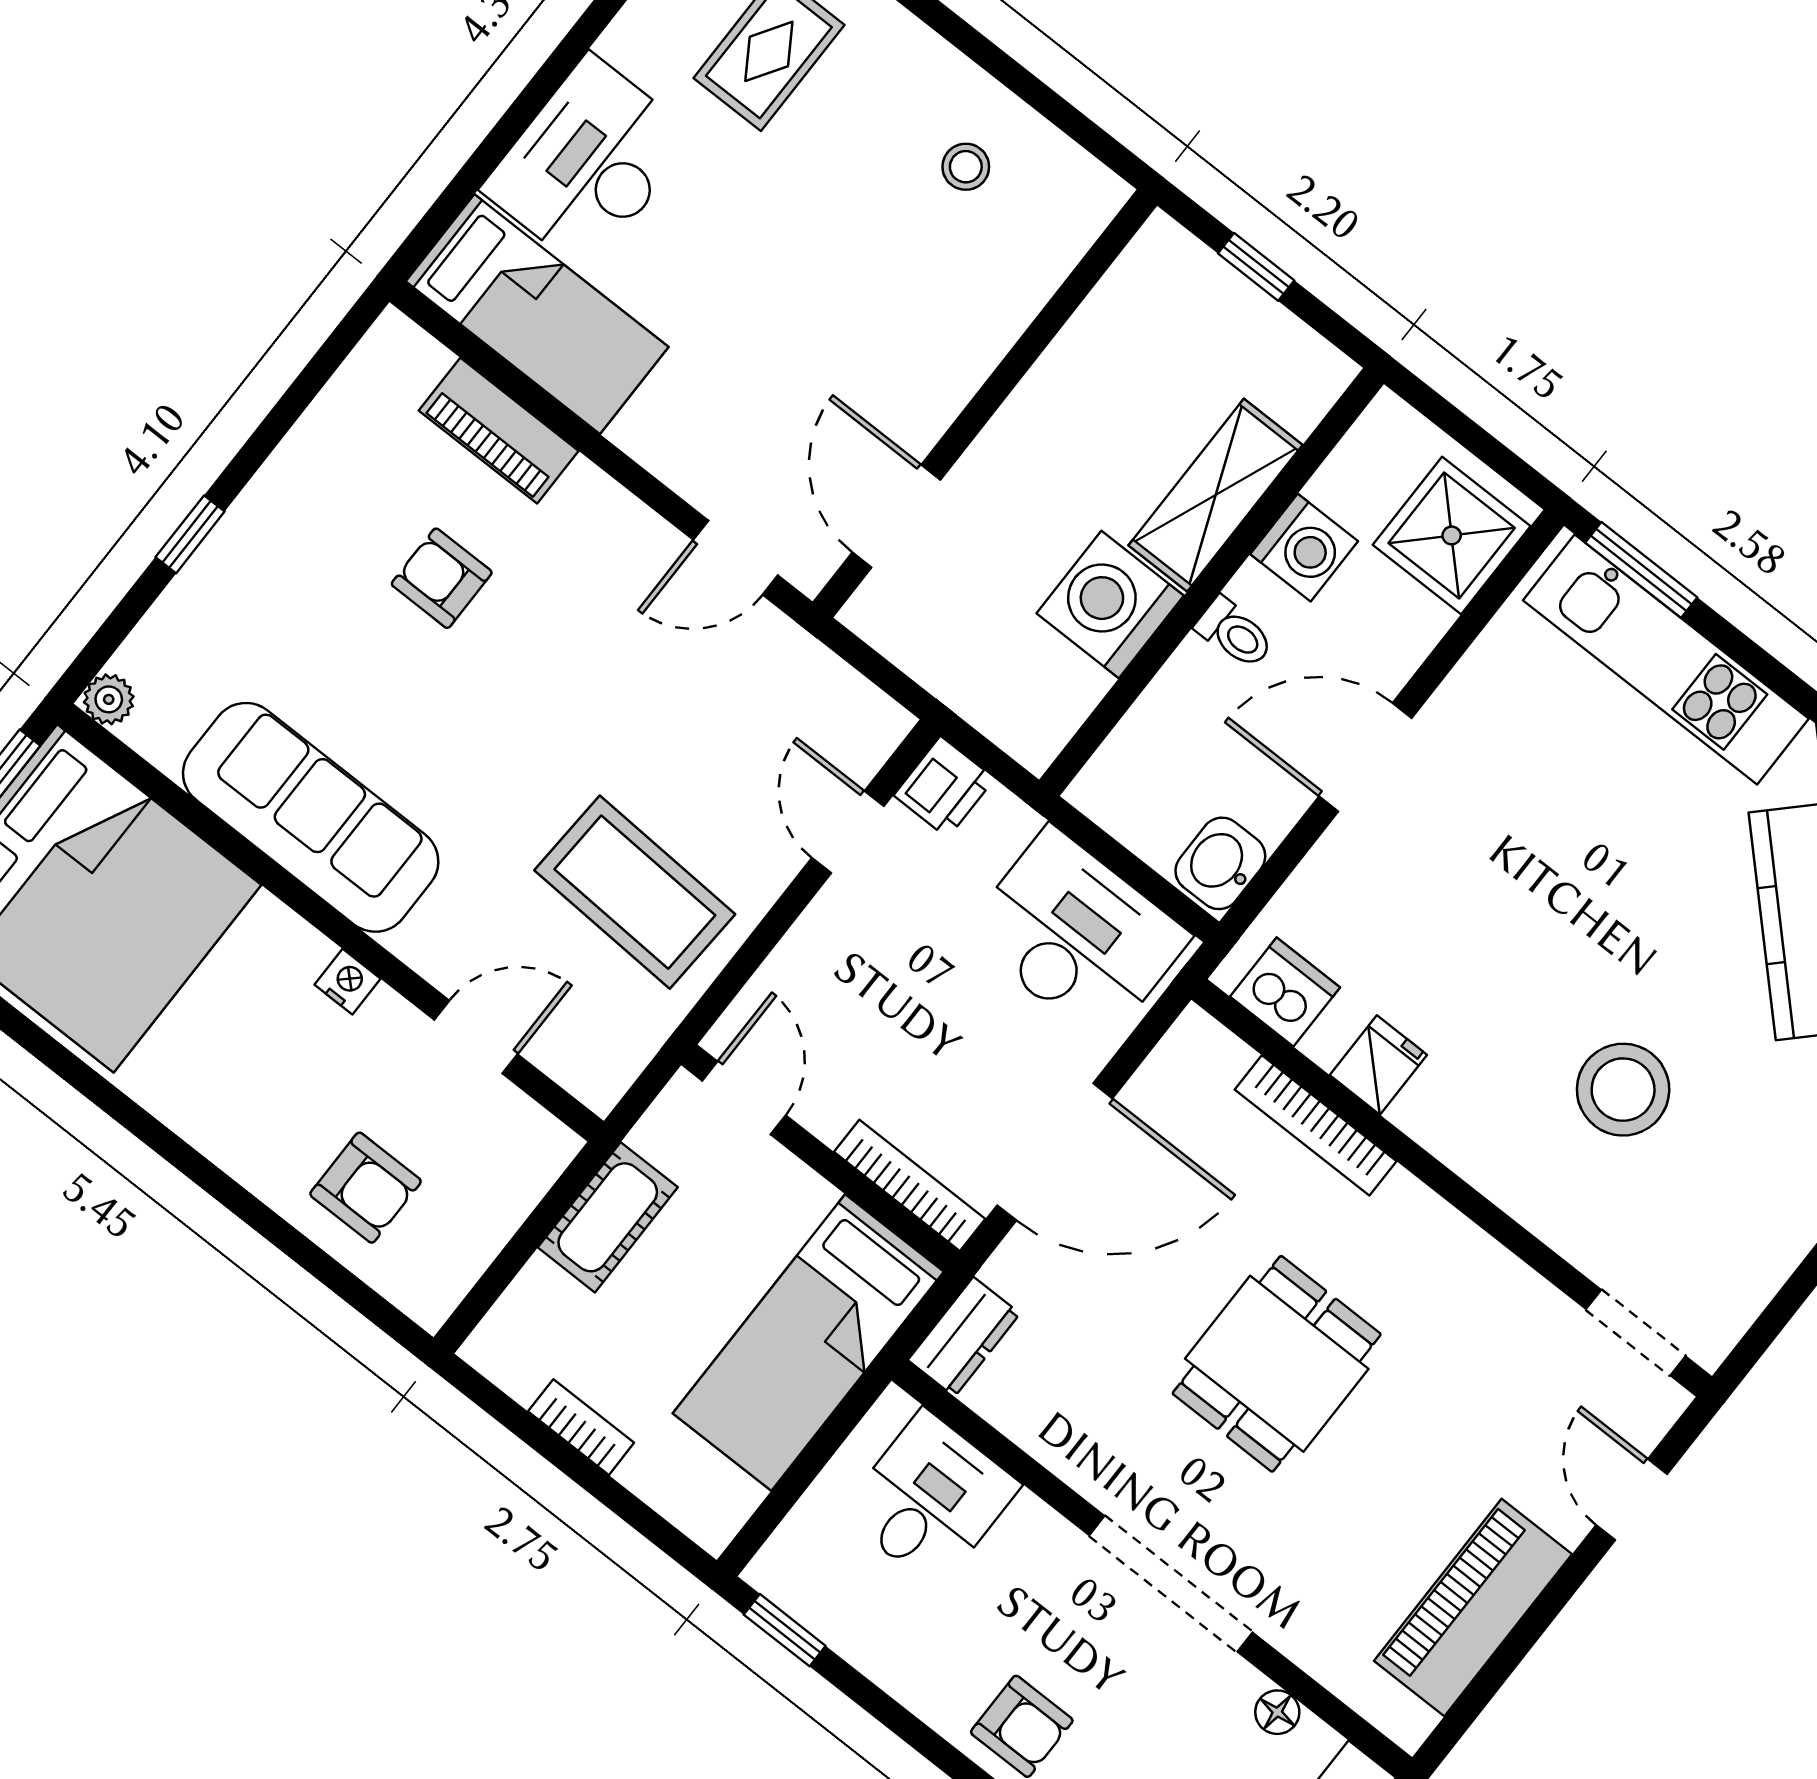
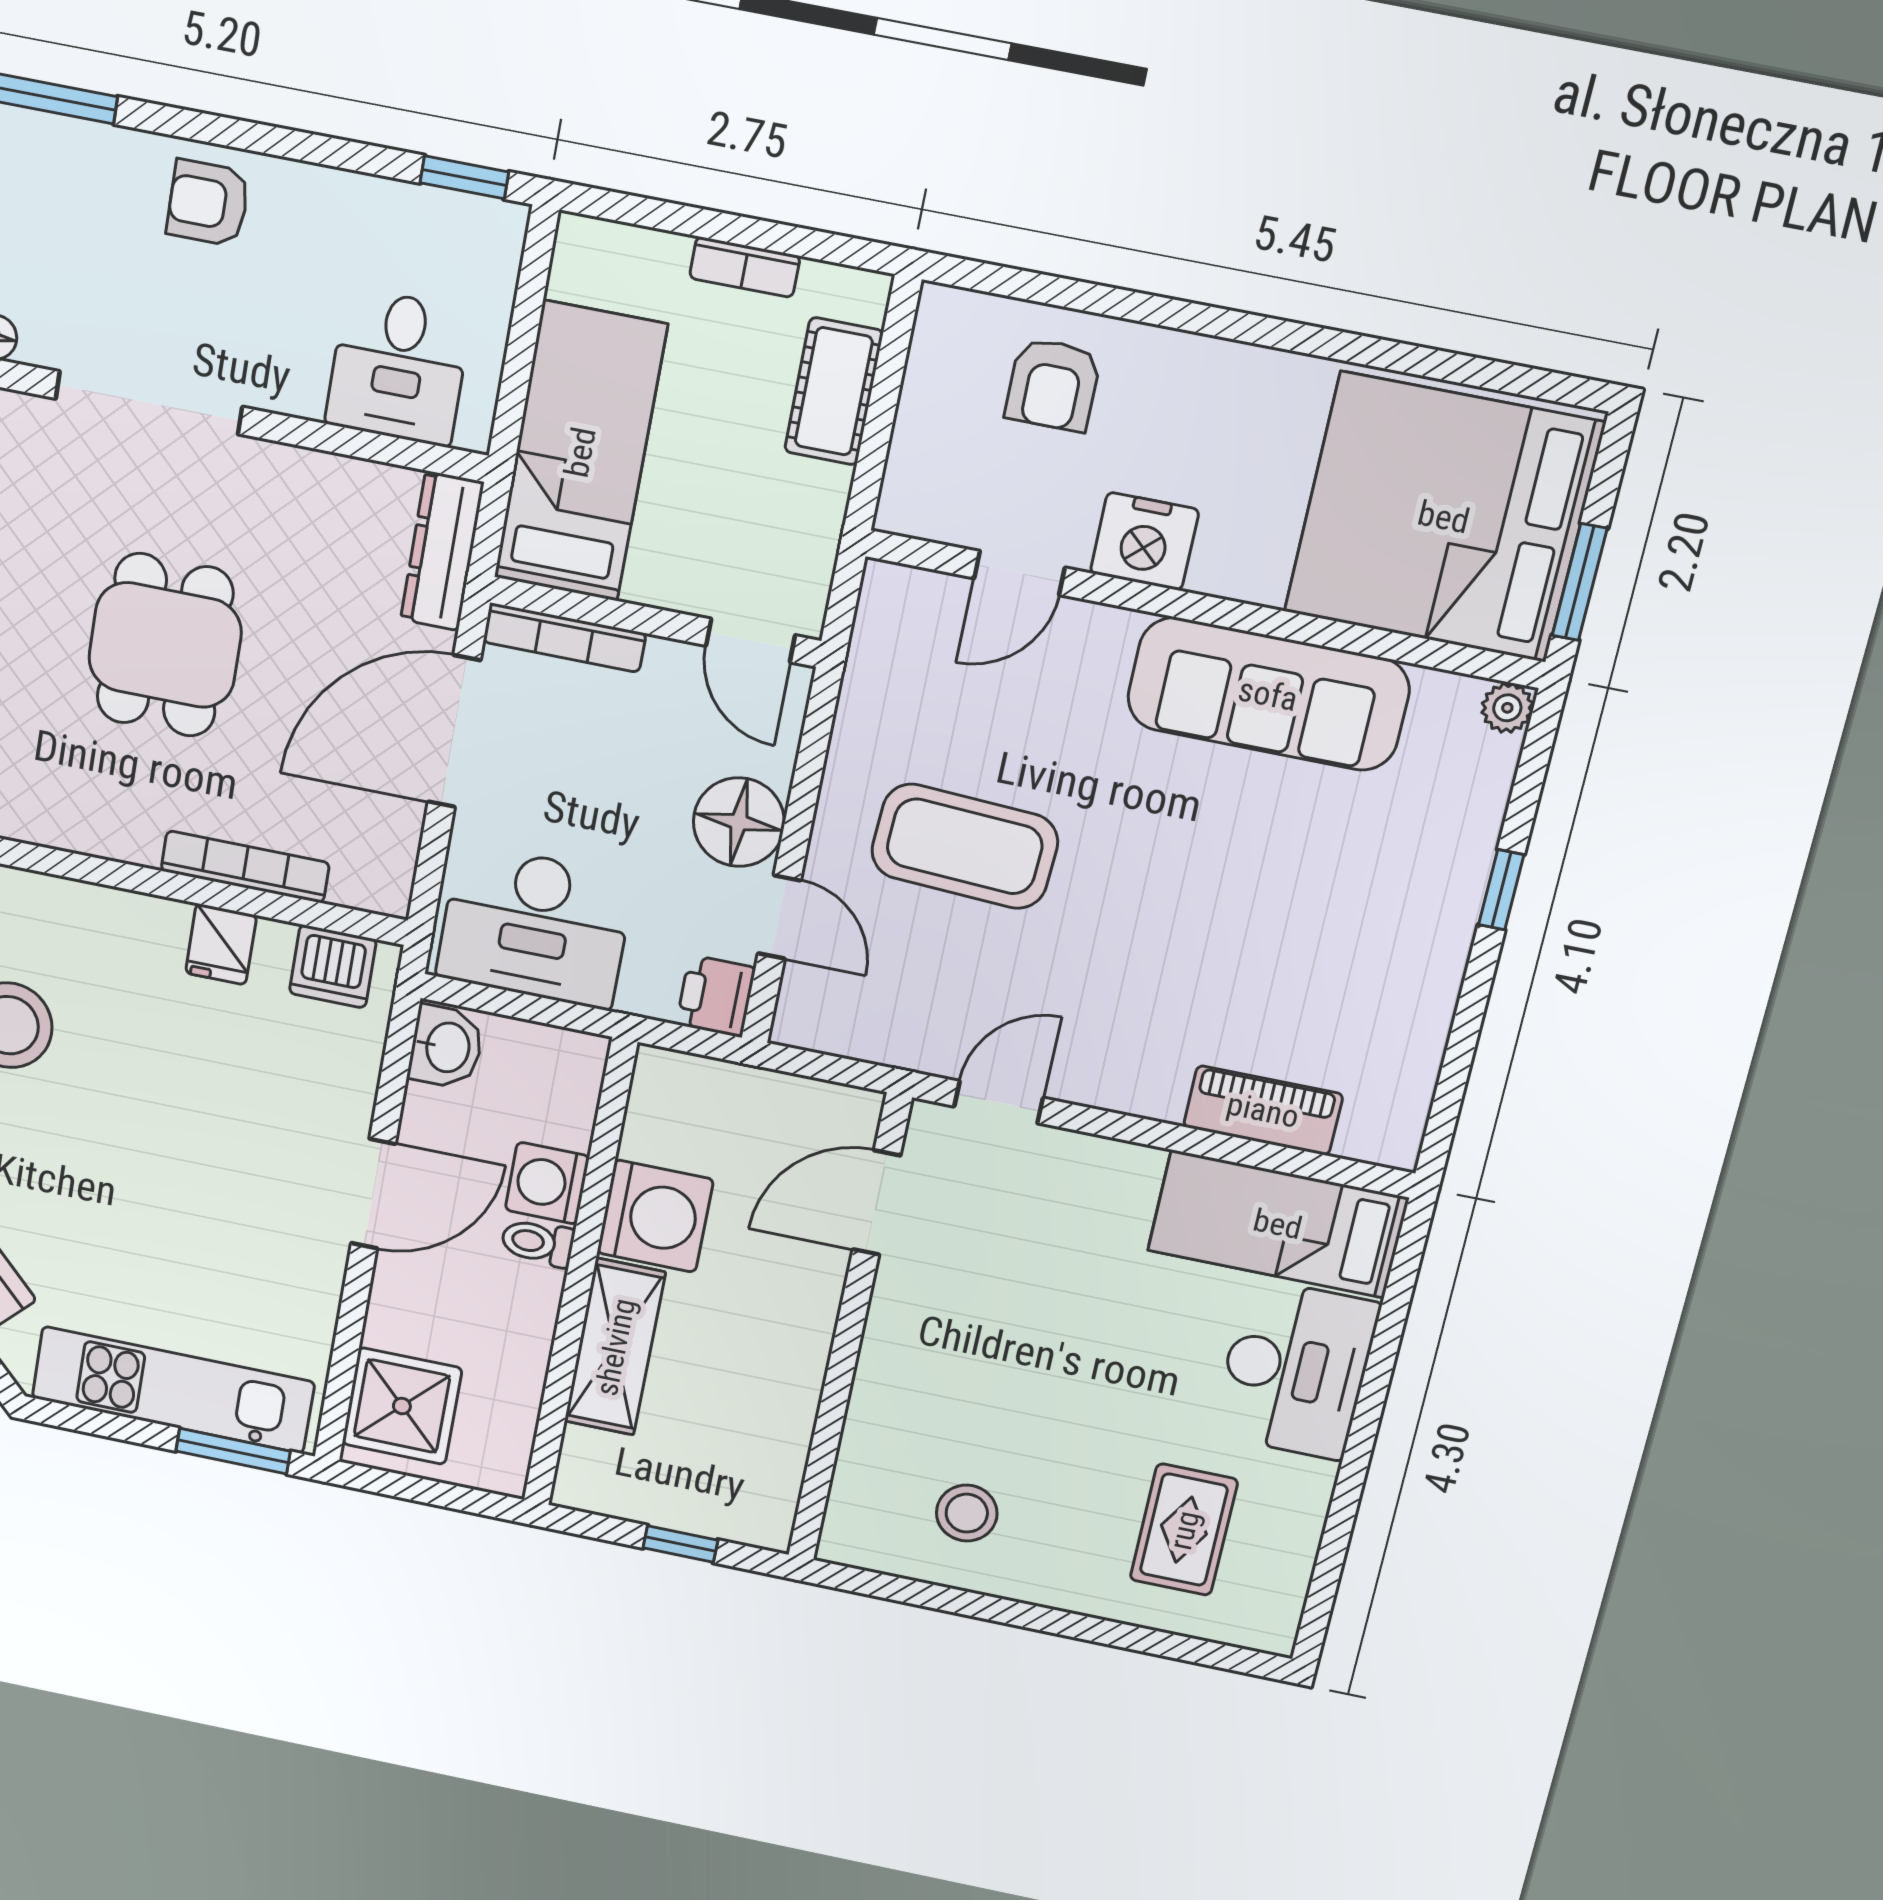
stool: (966, 167) -> (967, 1513), width x1.37, depth x1.37
door: (896, 516) -> (877, 1203), swing flipped
washing machine: (1304, 548) -> (547, 1183), moved
armchair: (442, 578) -> (1252, 961), removed
coffee table: (635, 892) -> (965, 846), moved
floor lamp: (840, 938) -> (739, 822), added
nightstand: (347, 982) -> (1145, 541), width x1.89, depth x1.79
armchair: (366, 1188) -> (1053, 385), turned -90
cot: (608, 1217) -> (834, 391), moved
dresser: (964, 1337) -> (442, 551), width x1.44

